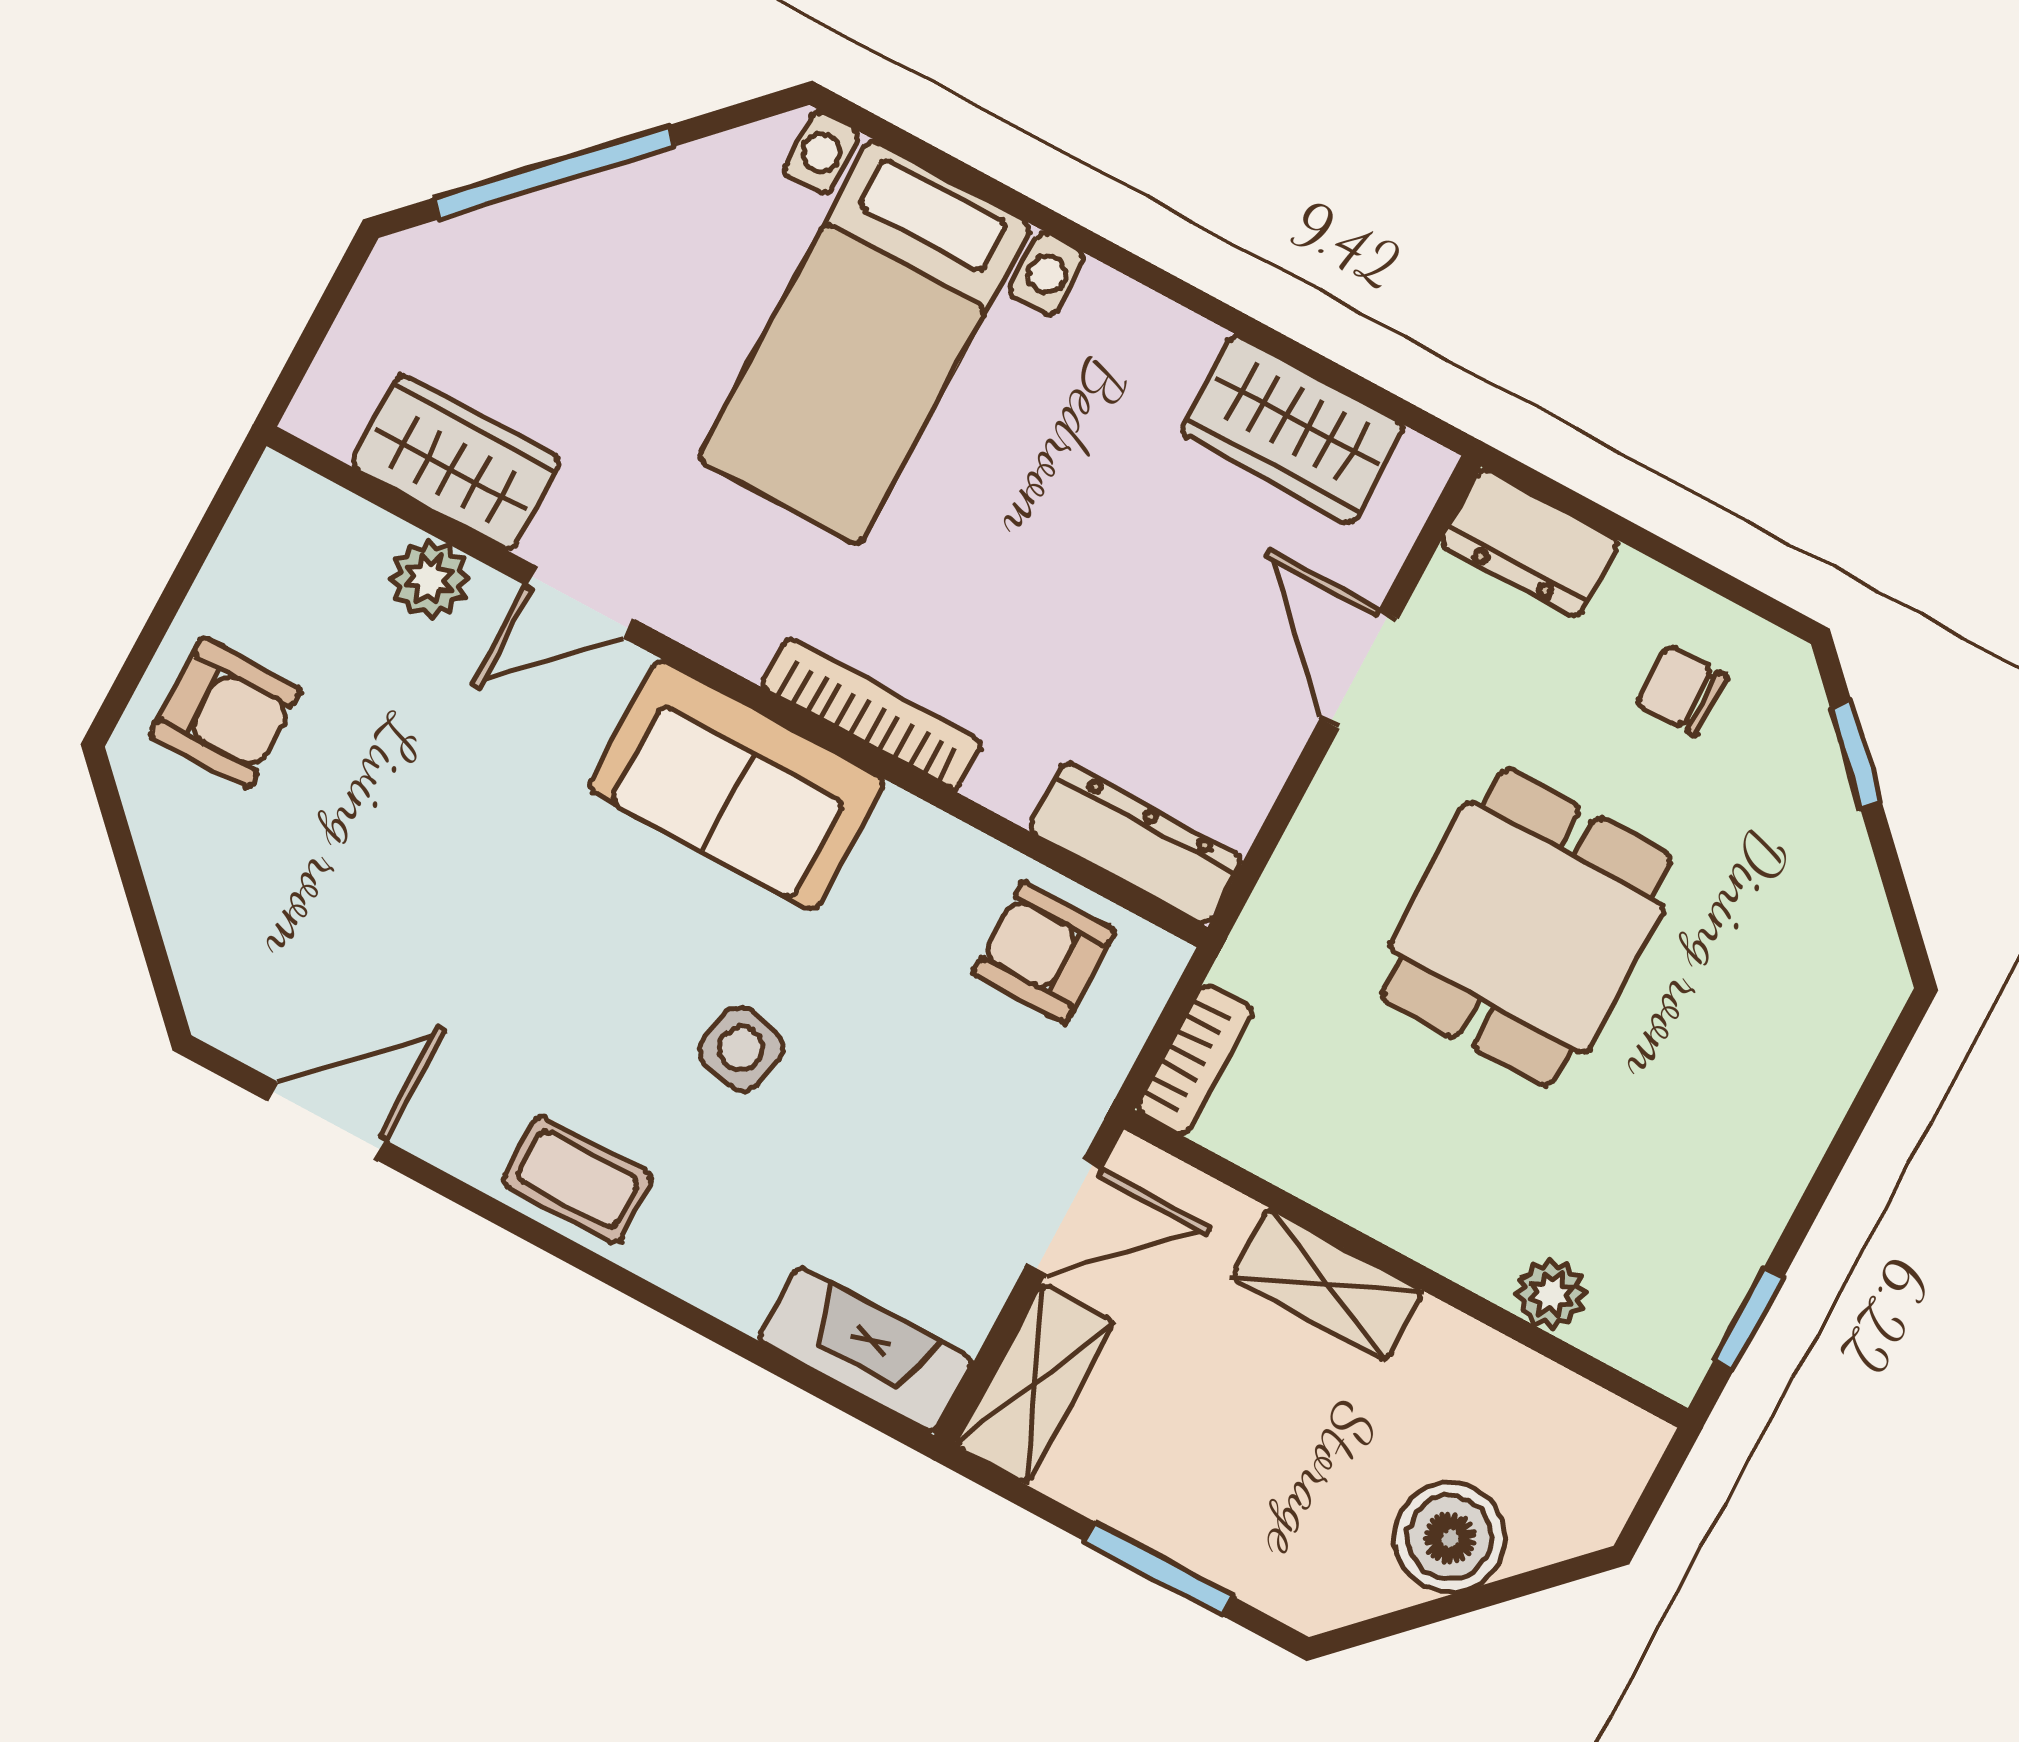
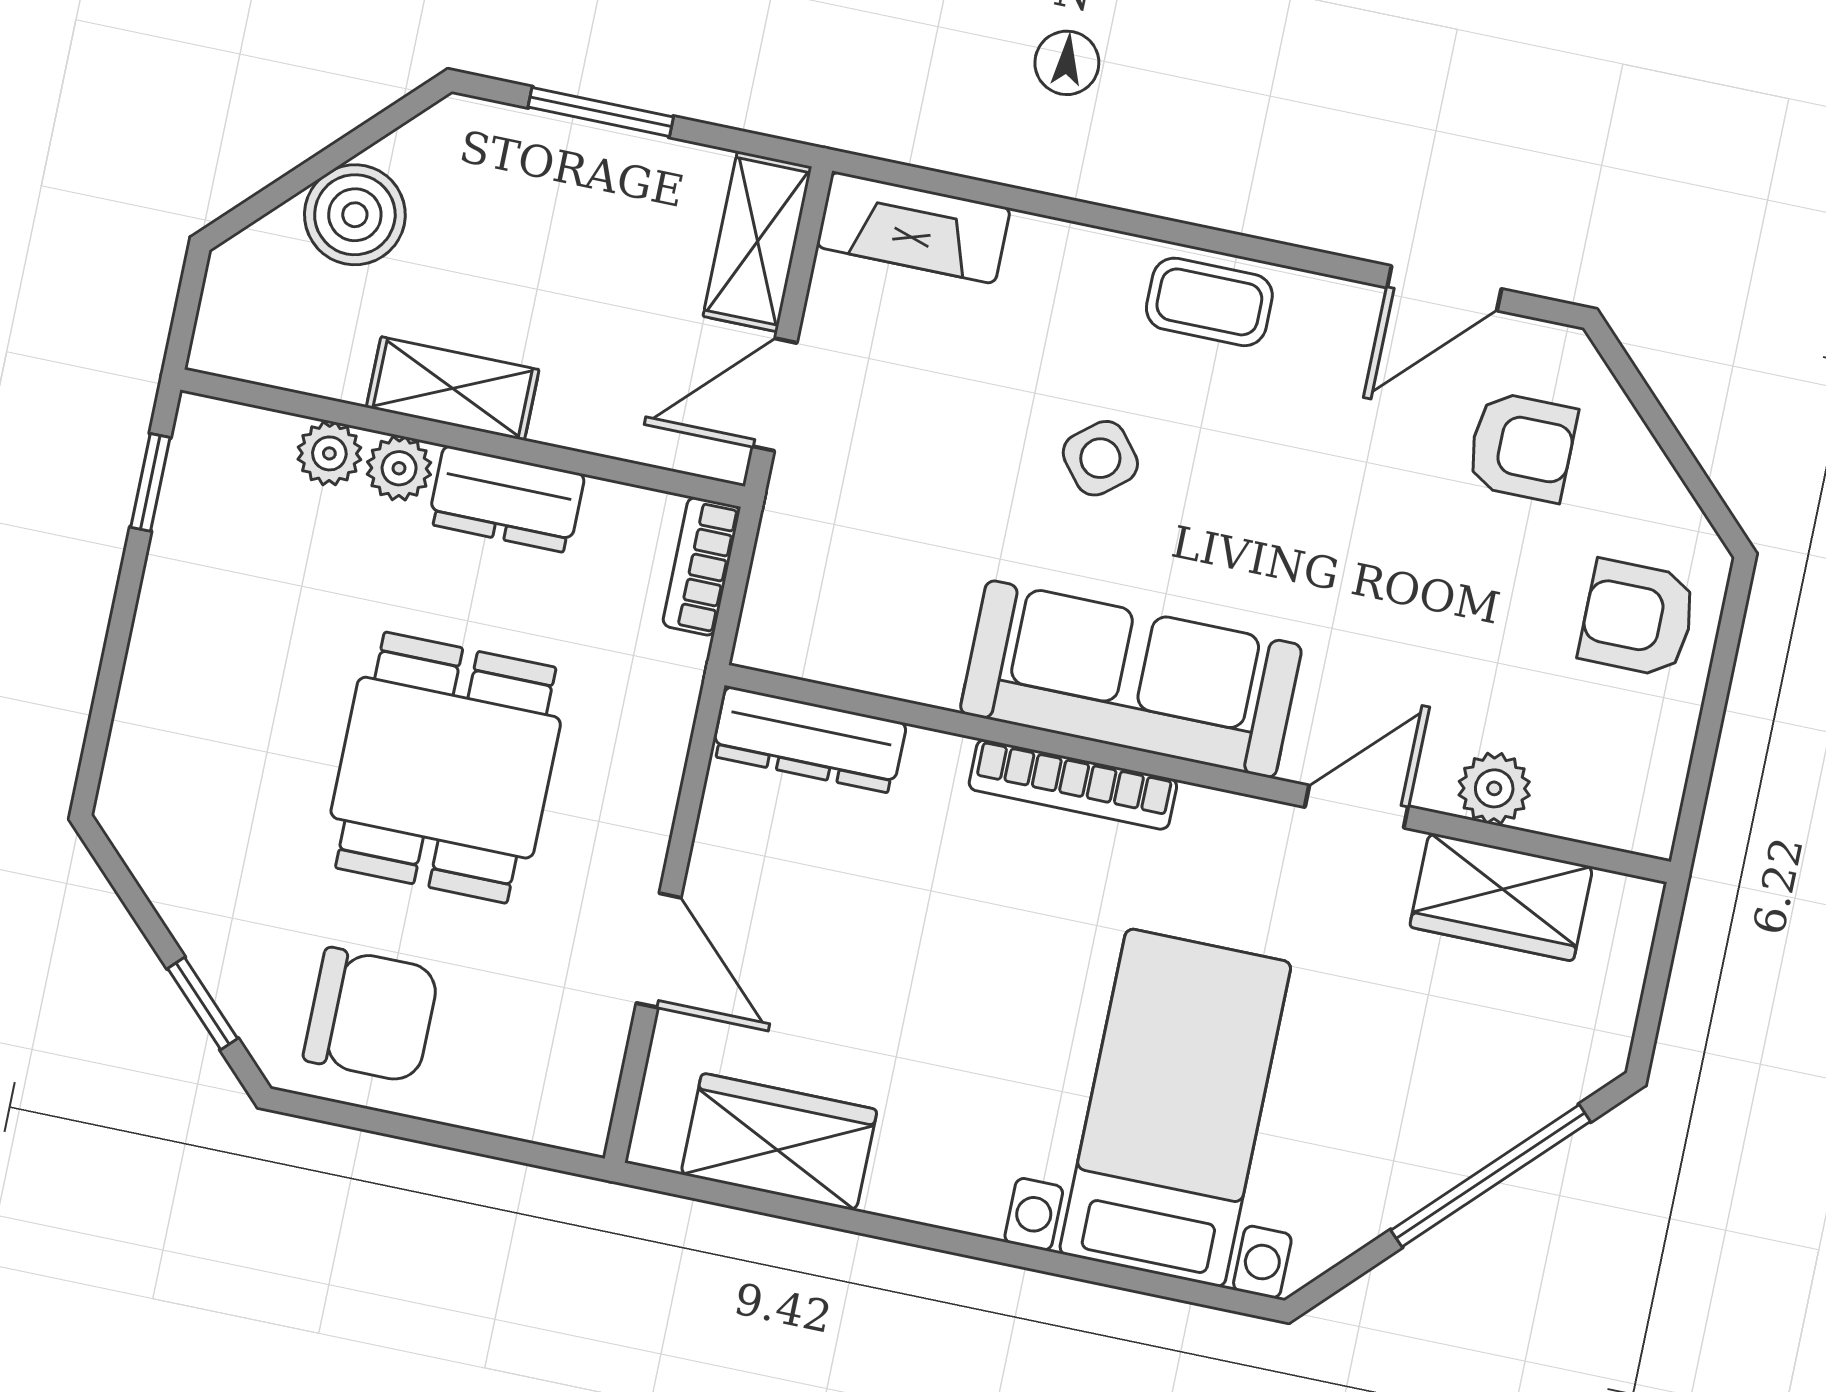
dresser: (1530, 543) -> (506, 499), moved, turned 180
chair: (1682, 690) -> (371, 1015), width x1.87, depth x1.87
sofa: (737, 785) -> (1131, 679), width x1.36
armchair: (1044, 952) -> (1522, 447), moved
side table: (741, 1049) -> (1100, 458), turned 38
plant: (1482, 1257) -> (399, 468), added
shelving: (1327, 1284) -> (453, 389), moved

